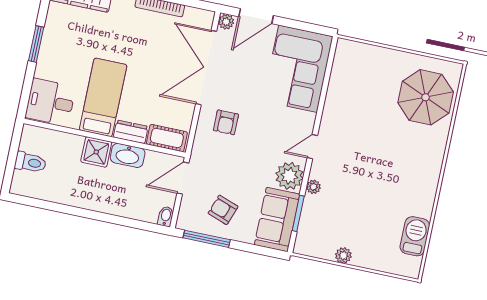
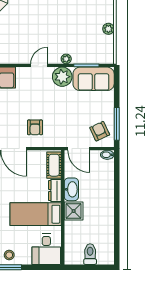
stool: (53, 48) -> (9, 255), added
armchair: (226, 122) -> (35, 127), turned 90
door: (312, 147) -> (39, 65), swing flipped
armchair: (223, 210) -> (100, 131), moved, turned 135

